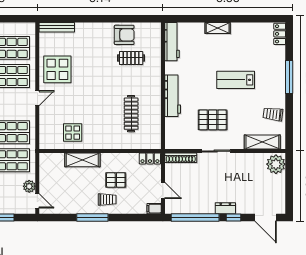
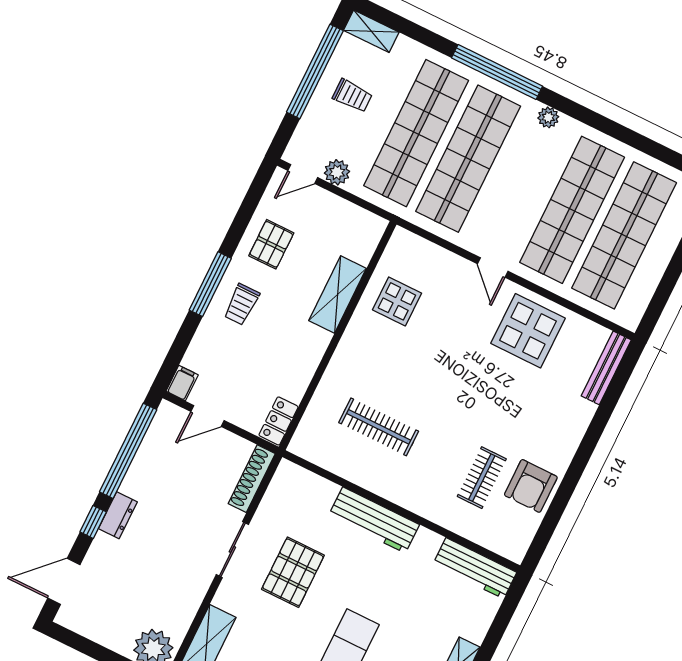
pallet: (116, 180) -> (271, 244), moved
window: (92, 218) -> (210, 284), moved

